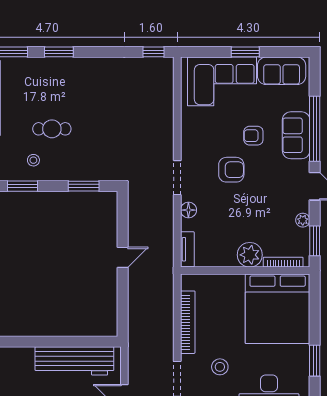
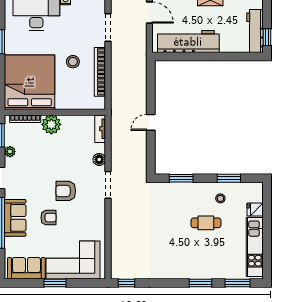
stool: (220, 367) -> (73, 62), moved

